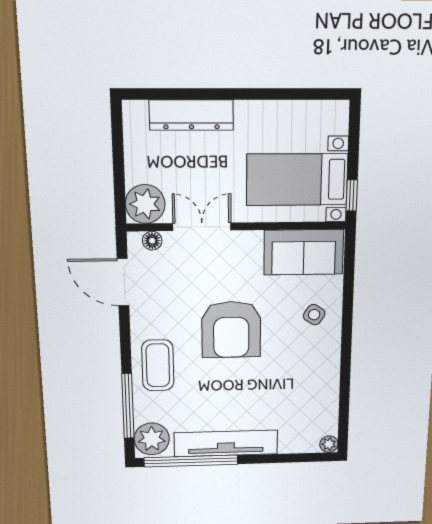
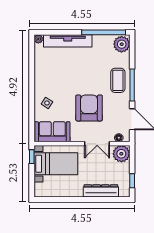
window: (117, 140) -> (132, 181), added
armchair: (231, 330) -> (89, 108), moved
window: (128, 406) -> (132, 85), moved
tv unit: (226, 443) -> (68, 41), moved

